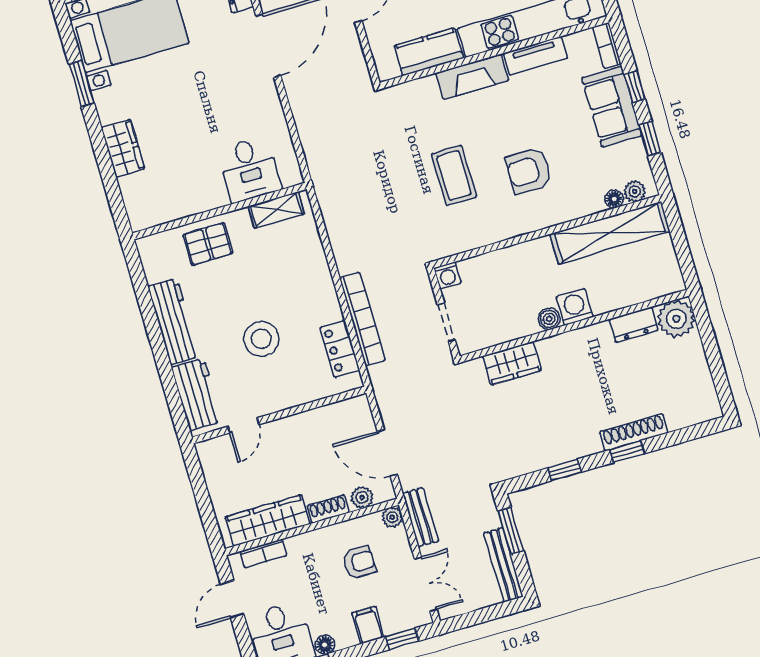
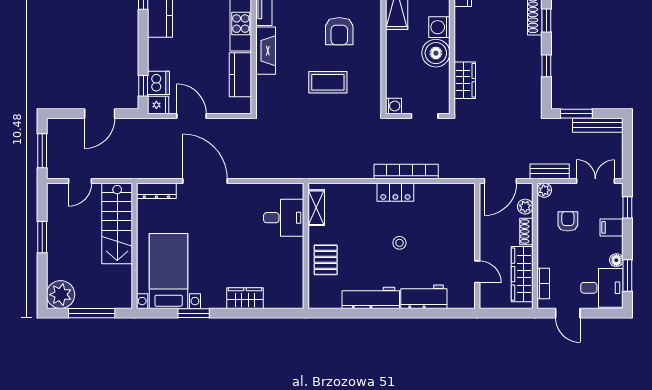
boiler: (549, 319) -> (436, 53), width x1.86, depth x1.86
stool: (261, 339) -> (399, 243), width x0.53, depth x0.53
locker: (340, 349) -> (395, 192), moved
wall: (279, 415) -> (477, 246), moved
door: (243, 425) -> (477, 272), moved

